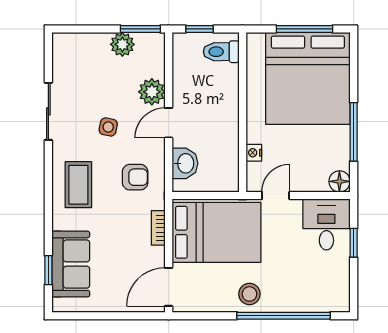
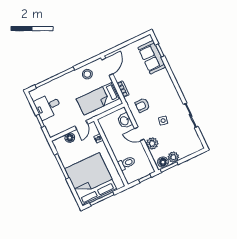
floor lamp: (148, 44) -> (163, 162), added
toilet: (221, 52) -> (127, 163), moved
door: (169, 123) -> (139, 134), swing flipped
floor lamp: (339, 181) -> (70, 138), moved
coffee table: (78, 185) -> (164, 91), removed
desk: (326, 224) -> (48, 106), moved, turned 90
bed: (216, 232) -> (98, 99), width x0.67
stool: (249, 294) -> (87, 74), moved

